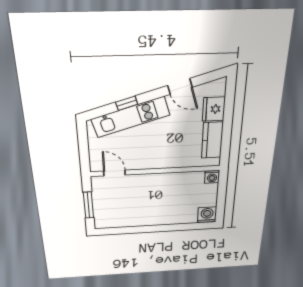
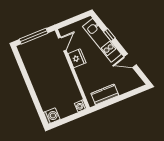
door: (180, 86) -> (130, 61), hinge flipped
fridge: (214, 109) -> (77, 58), moved, turned 90
window: (88, 205) -> (34, 36), width x1.44

